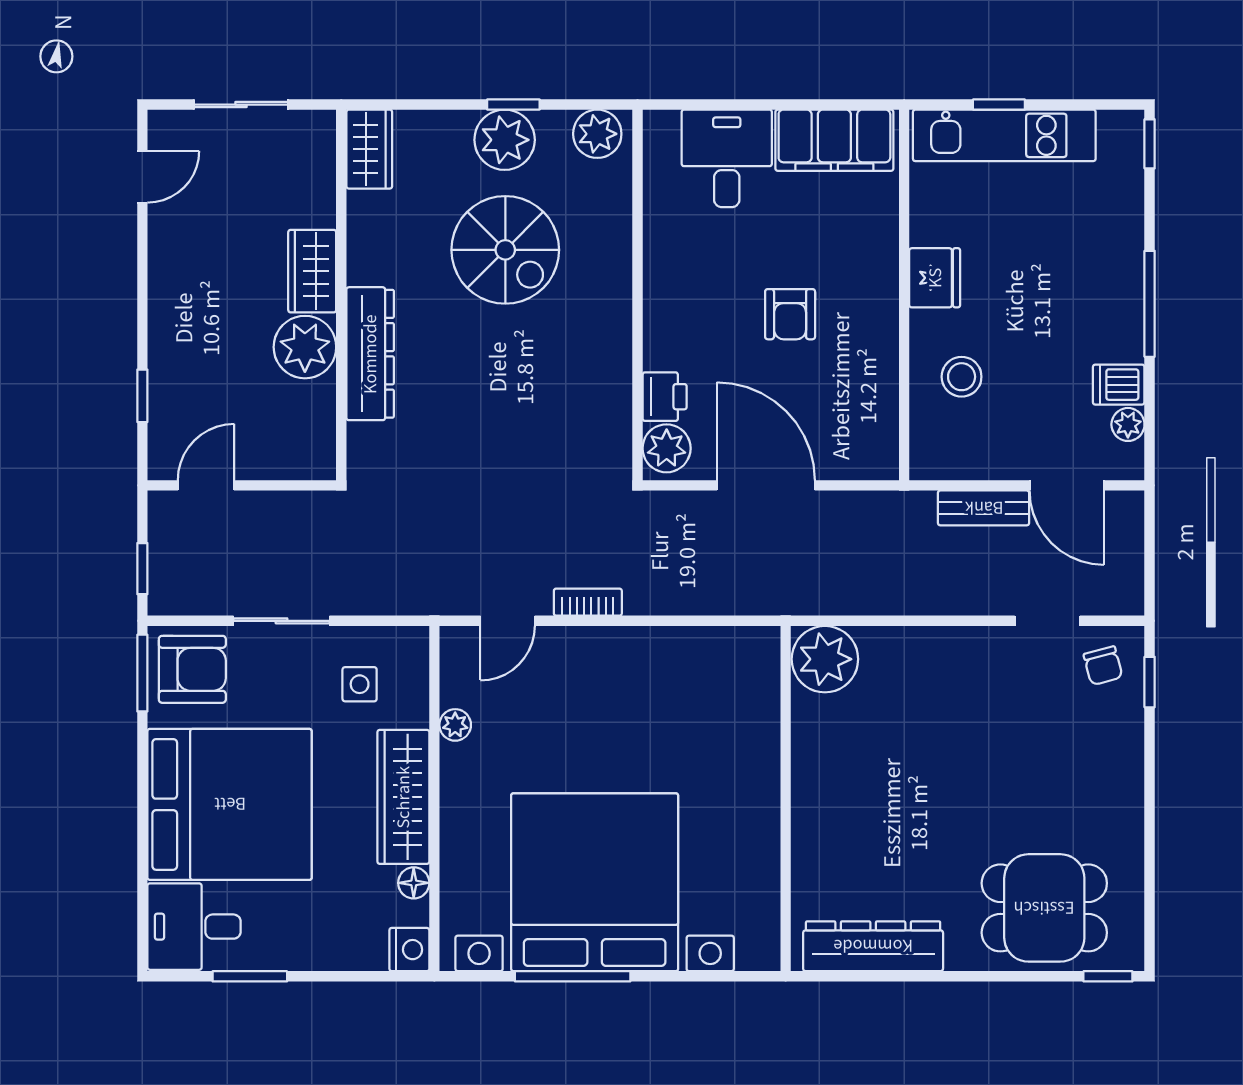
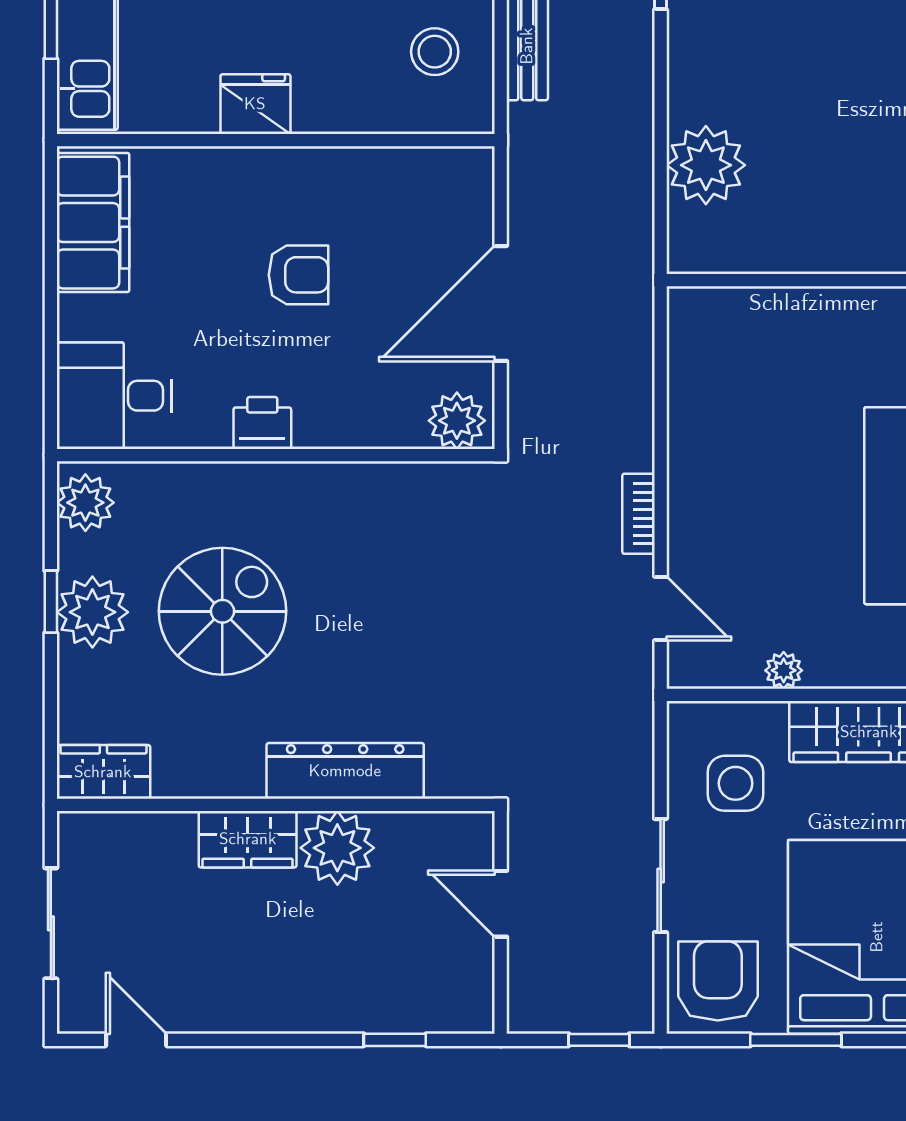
desk: (727, 158) -> (114, 396), moved
stool: (962, 377) -> (435, 52), moved
printer: (665, 397) -> (262, 423), moved
door: (206, 485) -> (501, 904), moved
plant: (825, 659) -> (706, 165), moved
window: (142, 673) -> (796, 1040), moved
side table: (360, 684) -> (736, 783), width x1.37, depth x1.37

